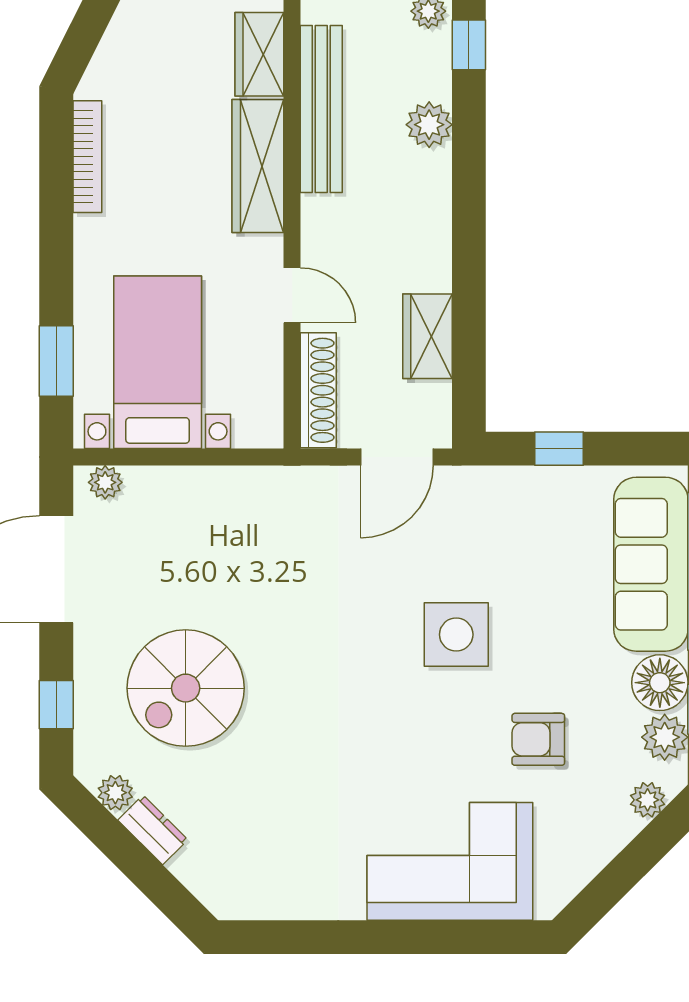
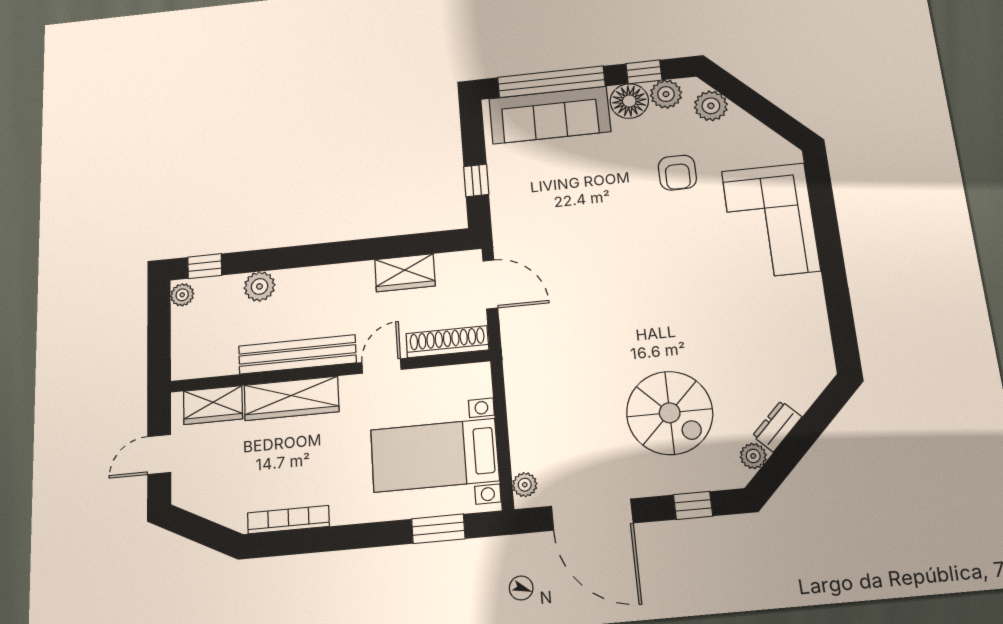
bench: (321, 109) -> (297, 354), moved
side table: (456, 635) -> (611, 233), removed
plant: (648, 800) -> (711, 106), width x1.38, depth x1.38

